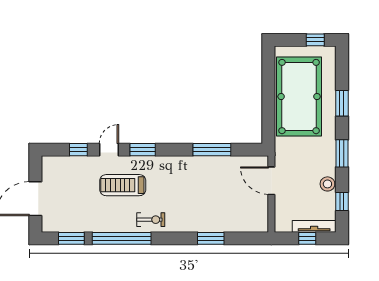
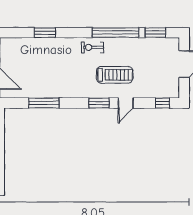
window: (78, 150) -> (162, 103), moved

